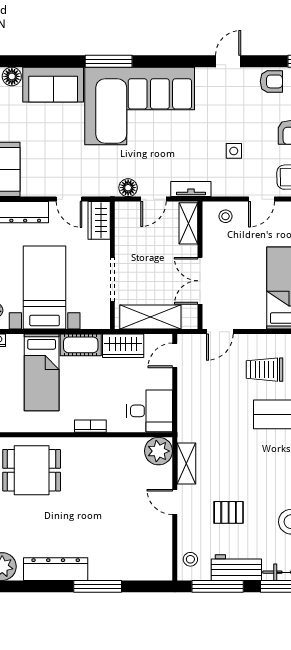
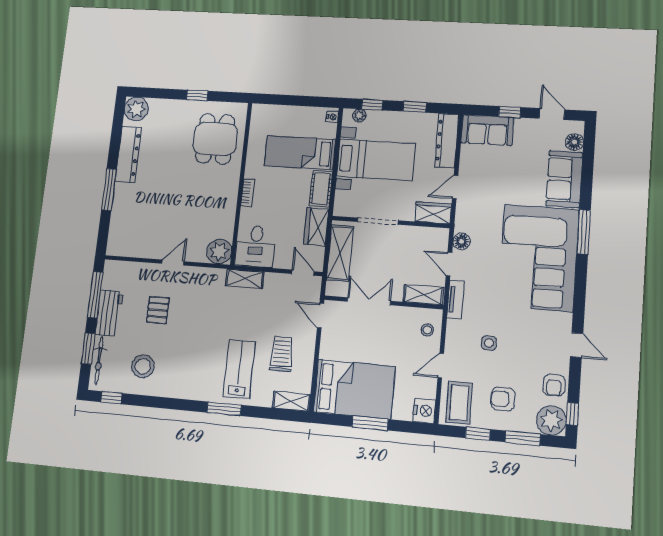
door: (262, 199) -> (441, 365), hinge flipped
shelving: (186, 463) -> (245, 279), moved
stool: (190, 559) -> (122, 273), removed

